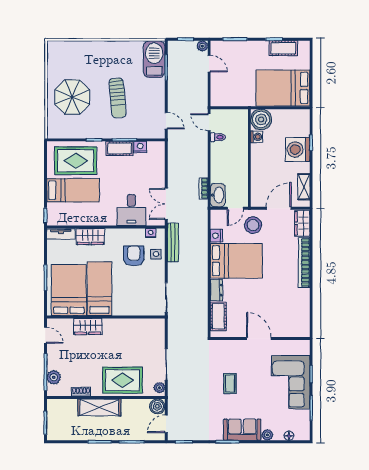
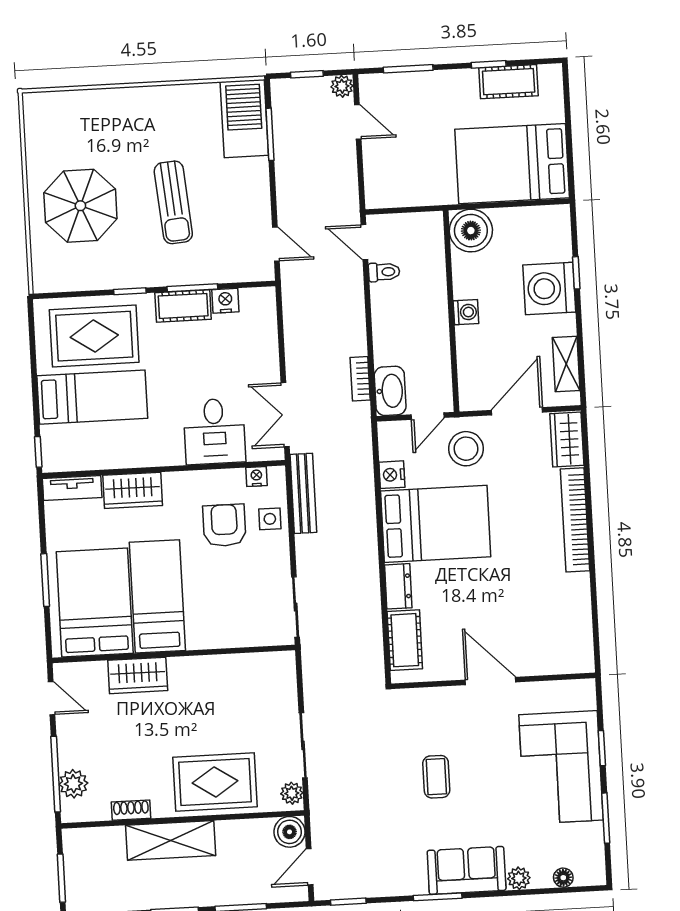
washing machine: (257, 137) -> (466, 312), moved

